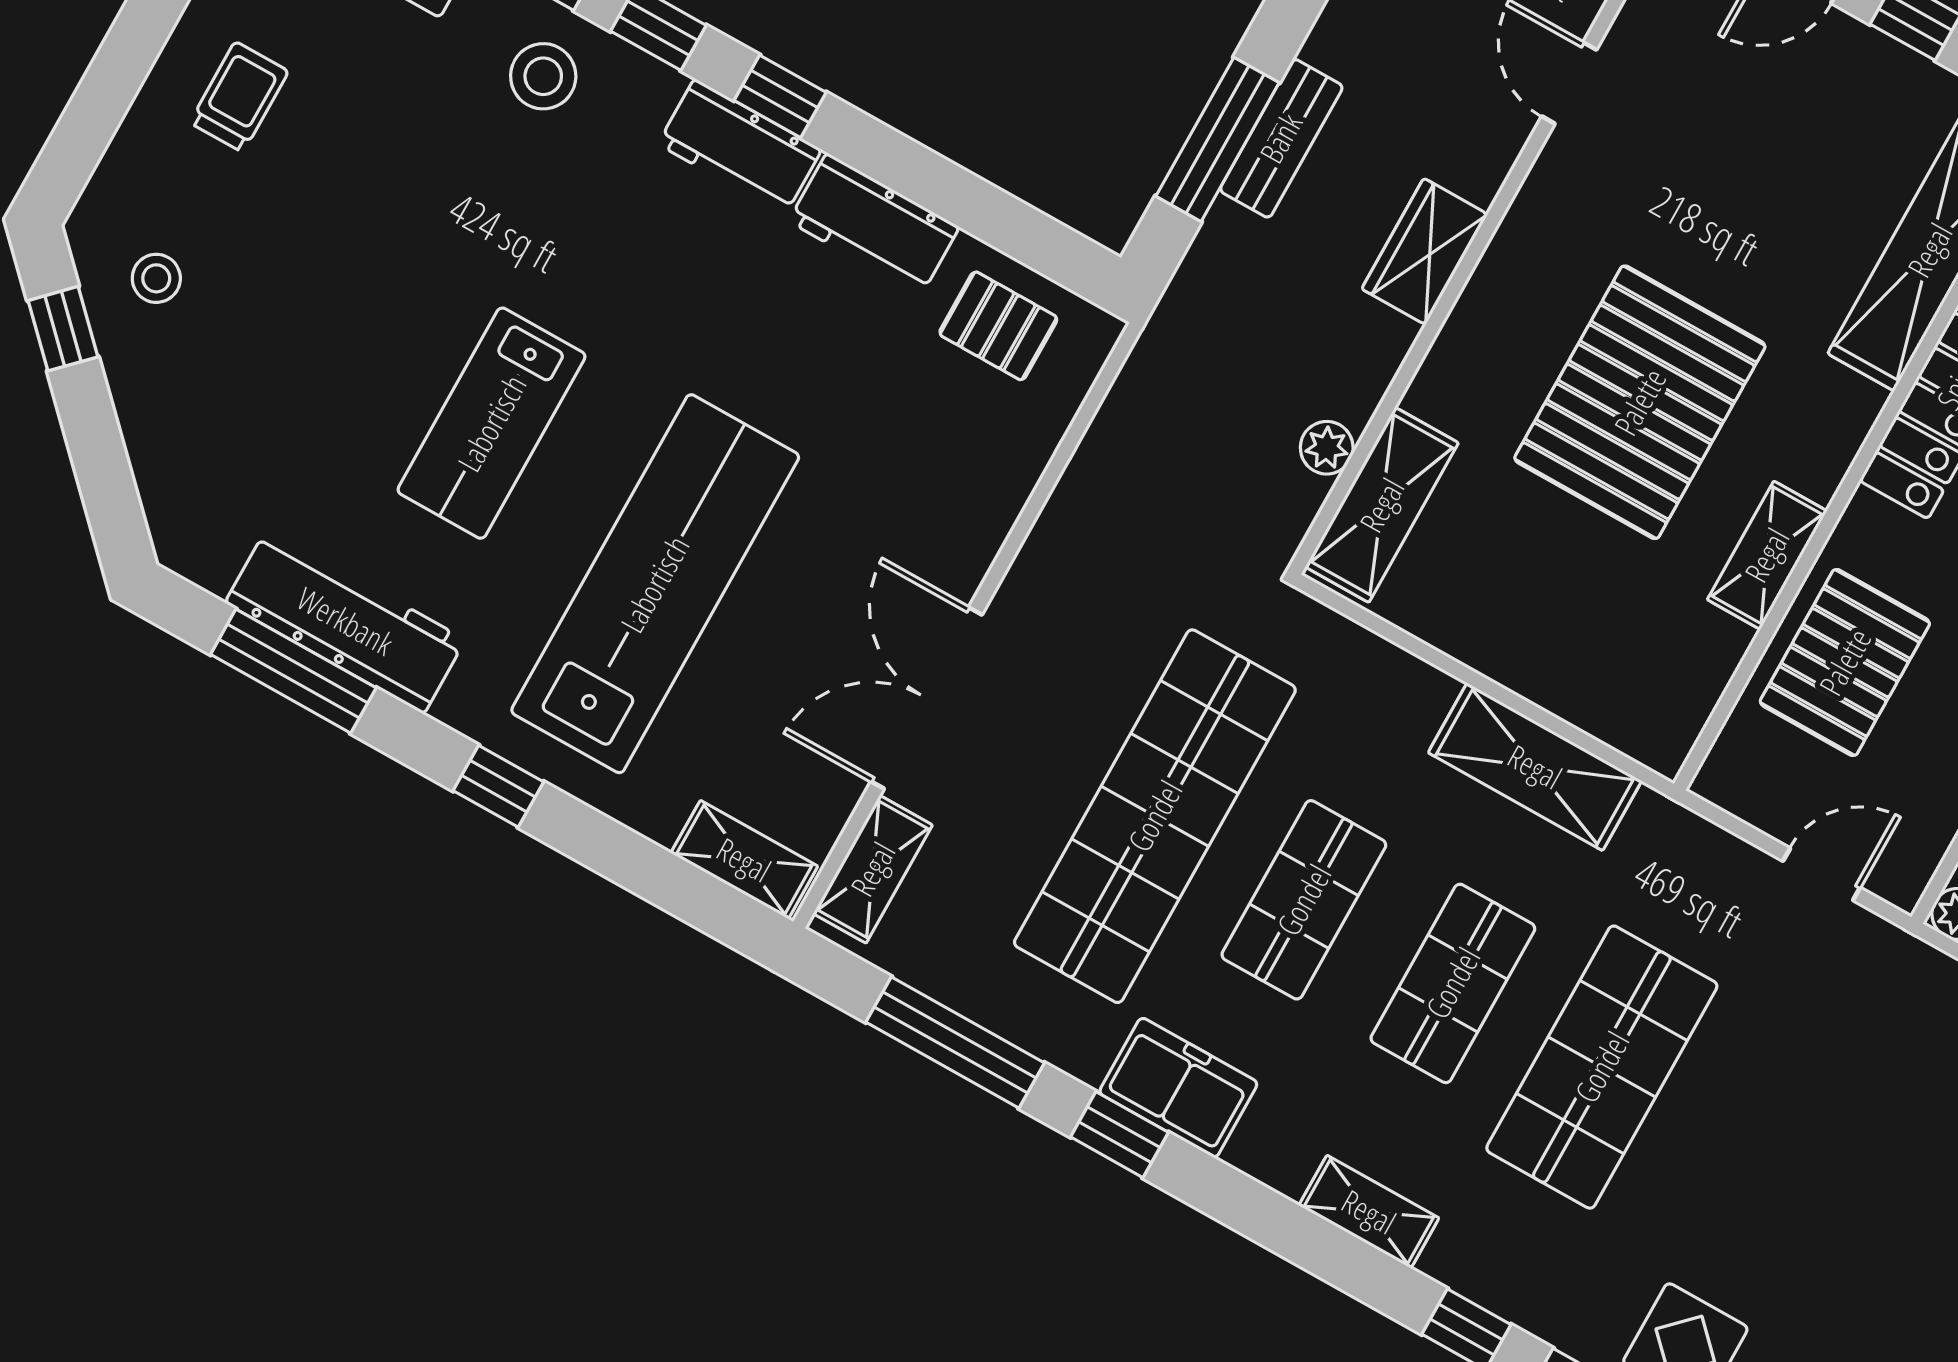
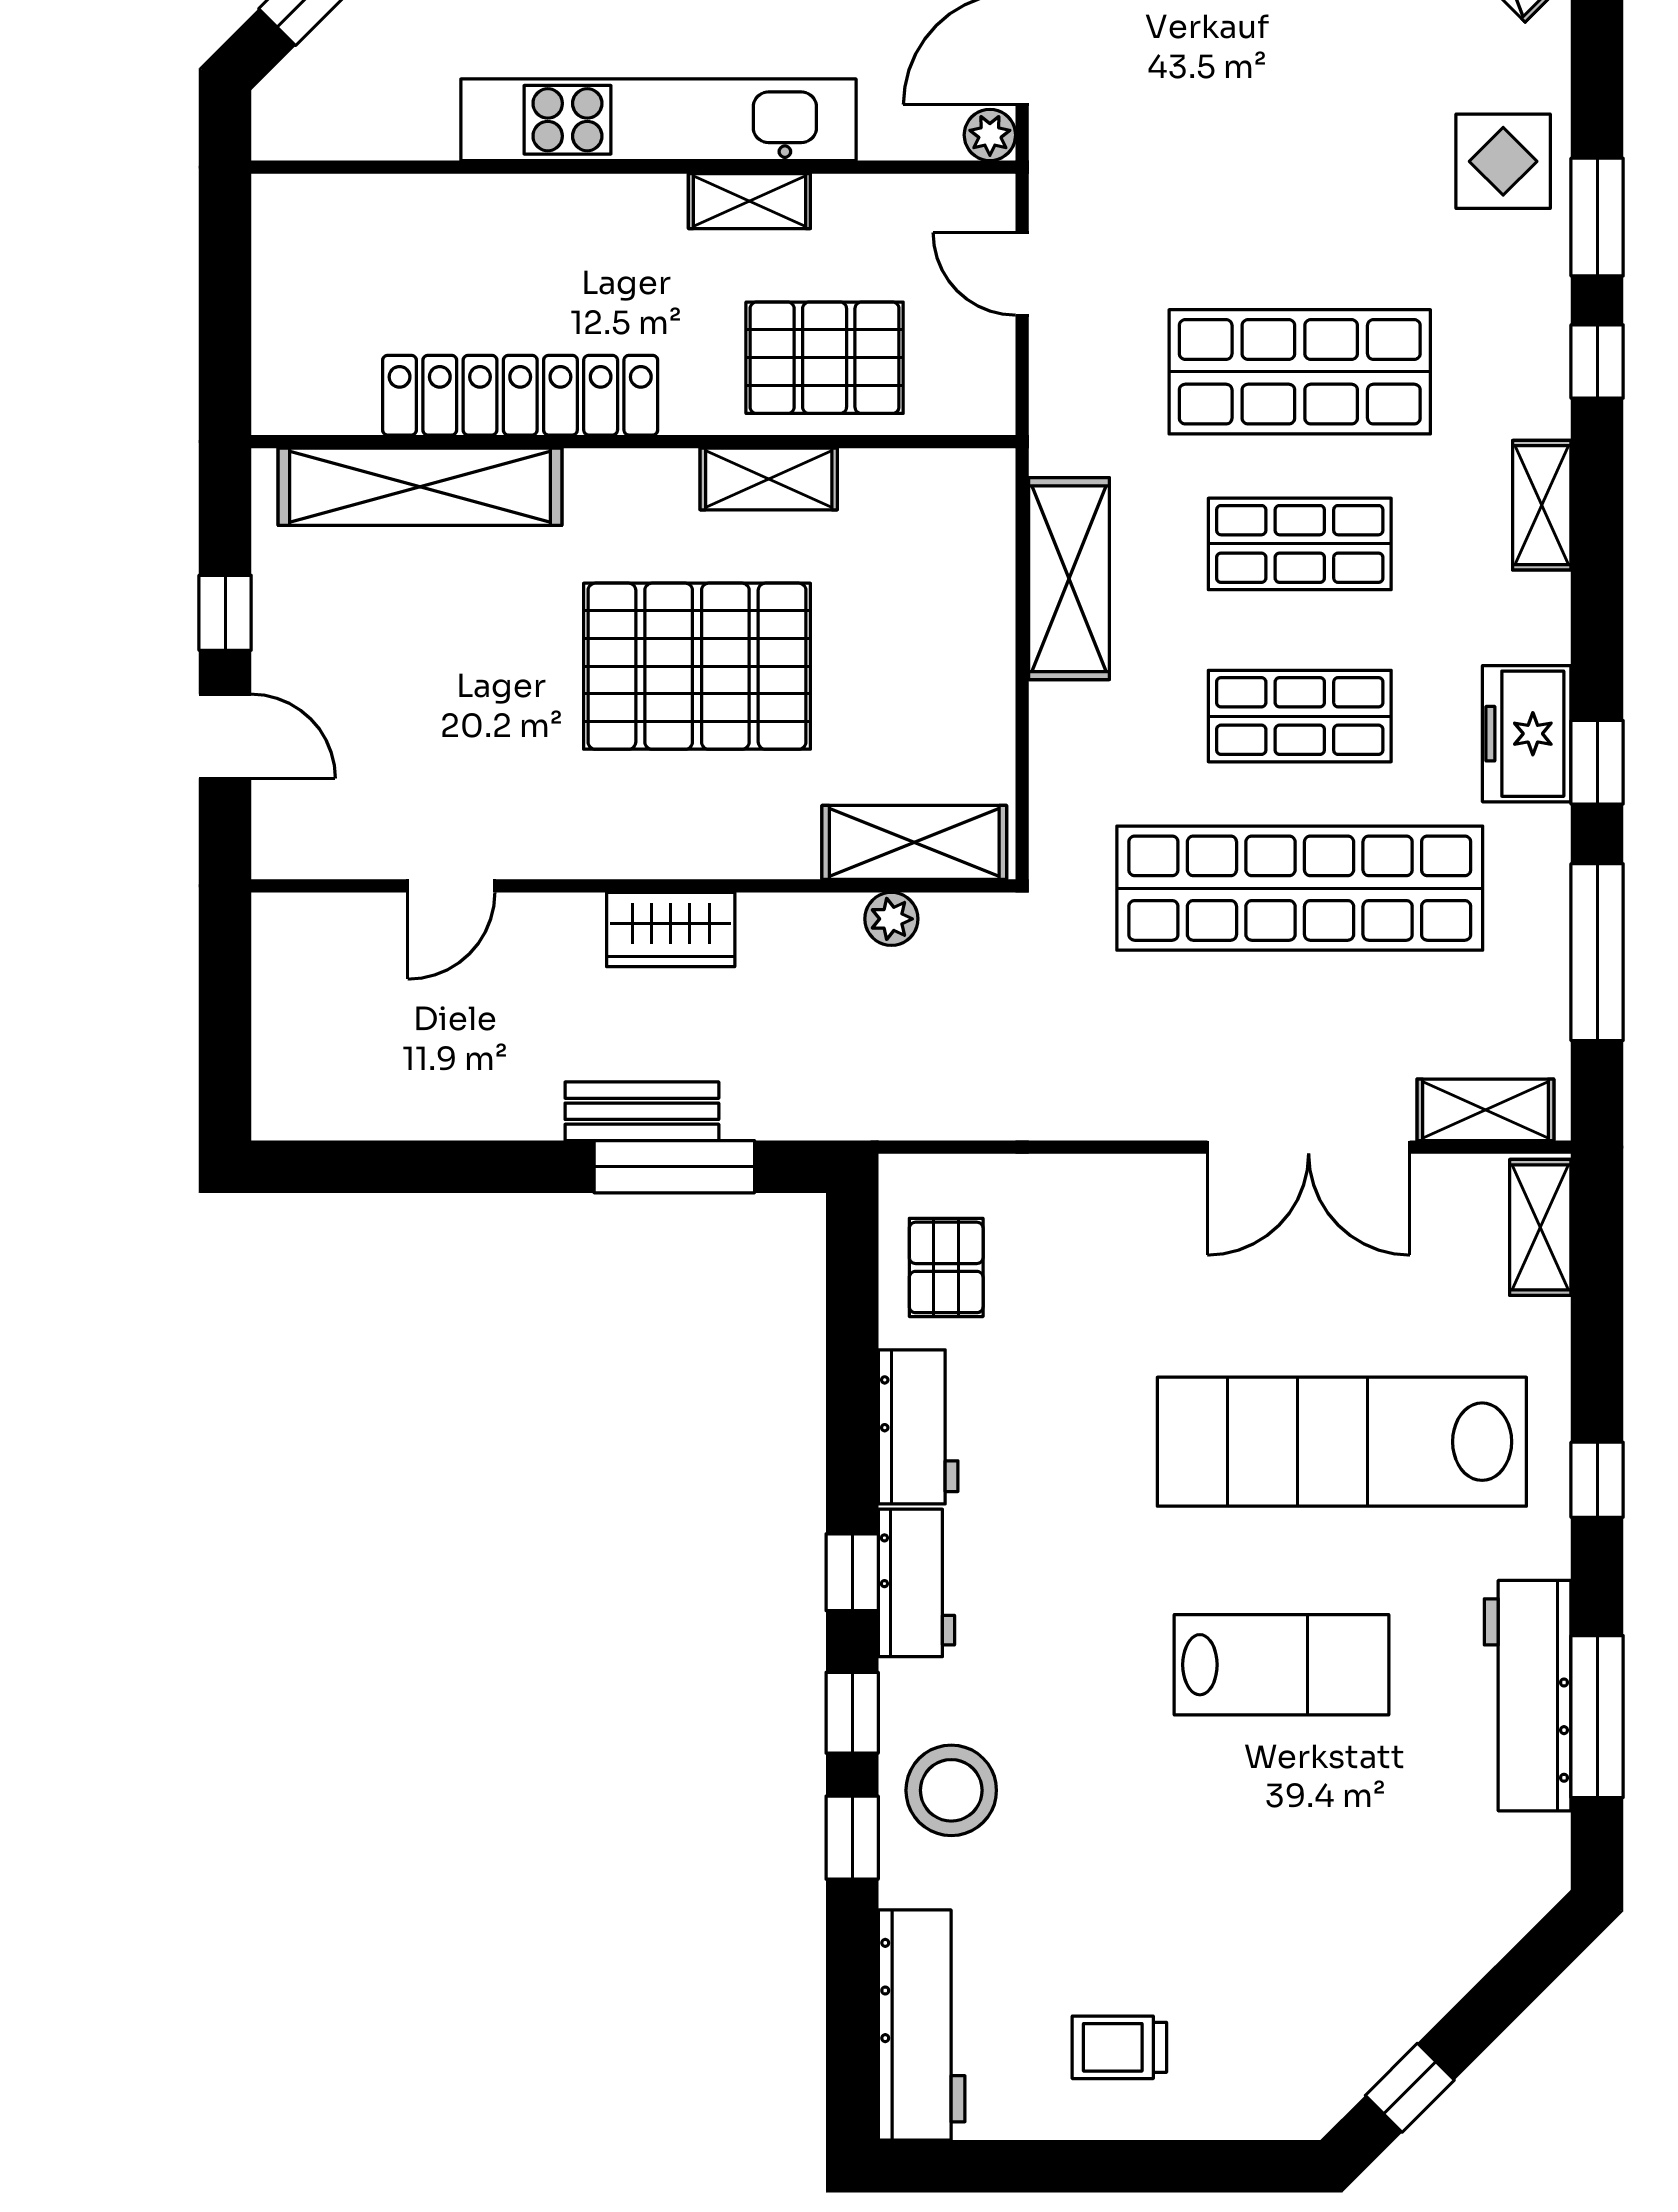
stool: (543, 76) -> (951, 1790), width x1.38, depth x1.38
stool: (156, 278) -> (1320, 2031), removed

